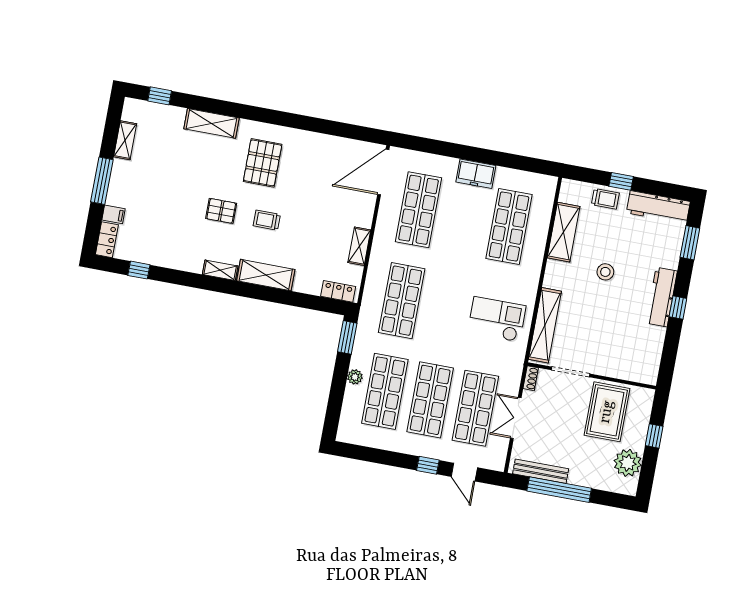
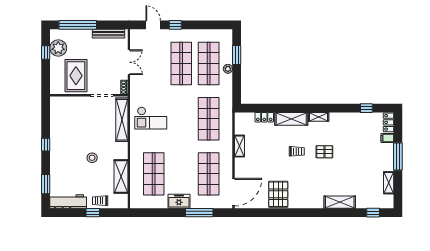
window: (446, 149) -> (199, 213), added
pallet: (263, 163) -> (278, 194), moved
locker: (338, 291) -> (264, 117), moved
workbench: (662, 297) -> (56, 149), removed
window: (347, 337) -> (237, 55), moved
shop shelf: (475, 408) -> (154, 63), removed
window: (654, 436) -> (46, 52), moved
window: (559, 490) -> (78, 25), moved

